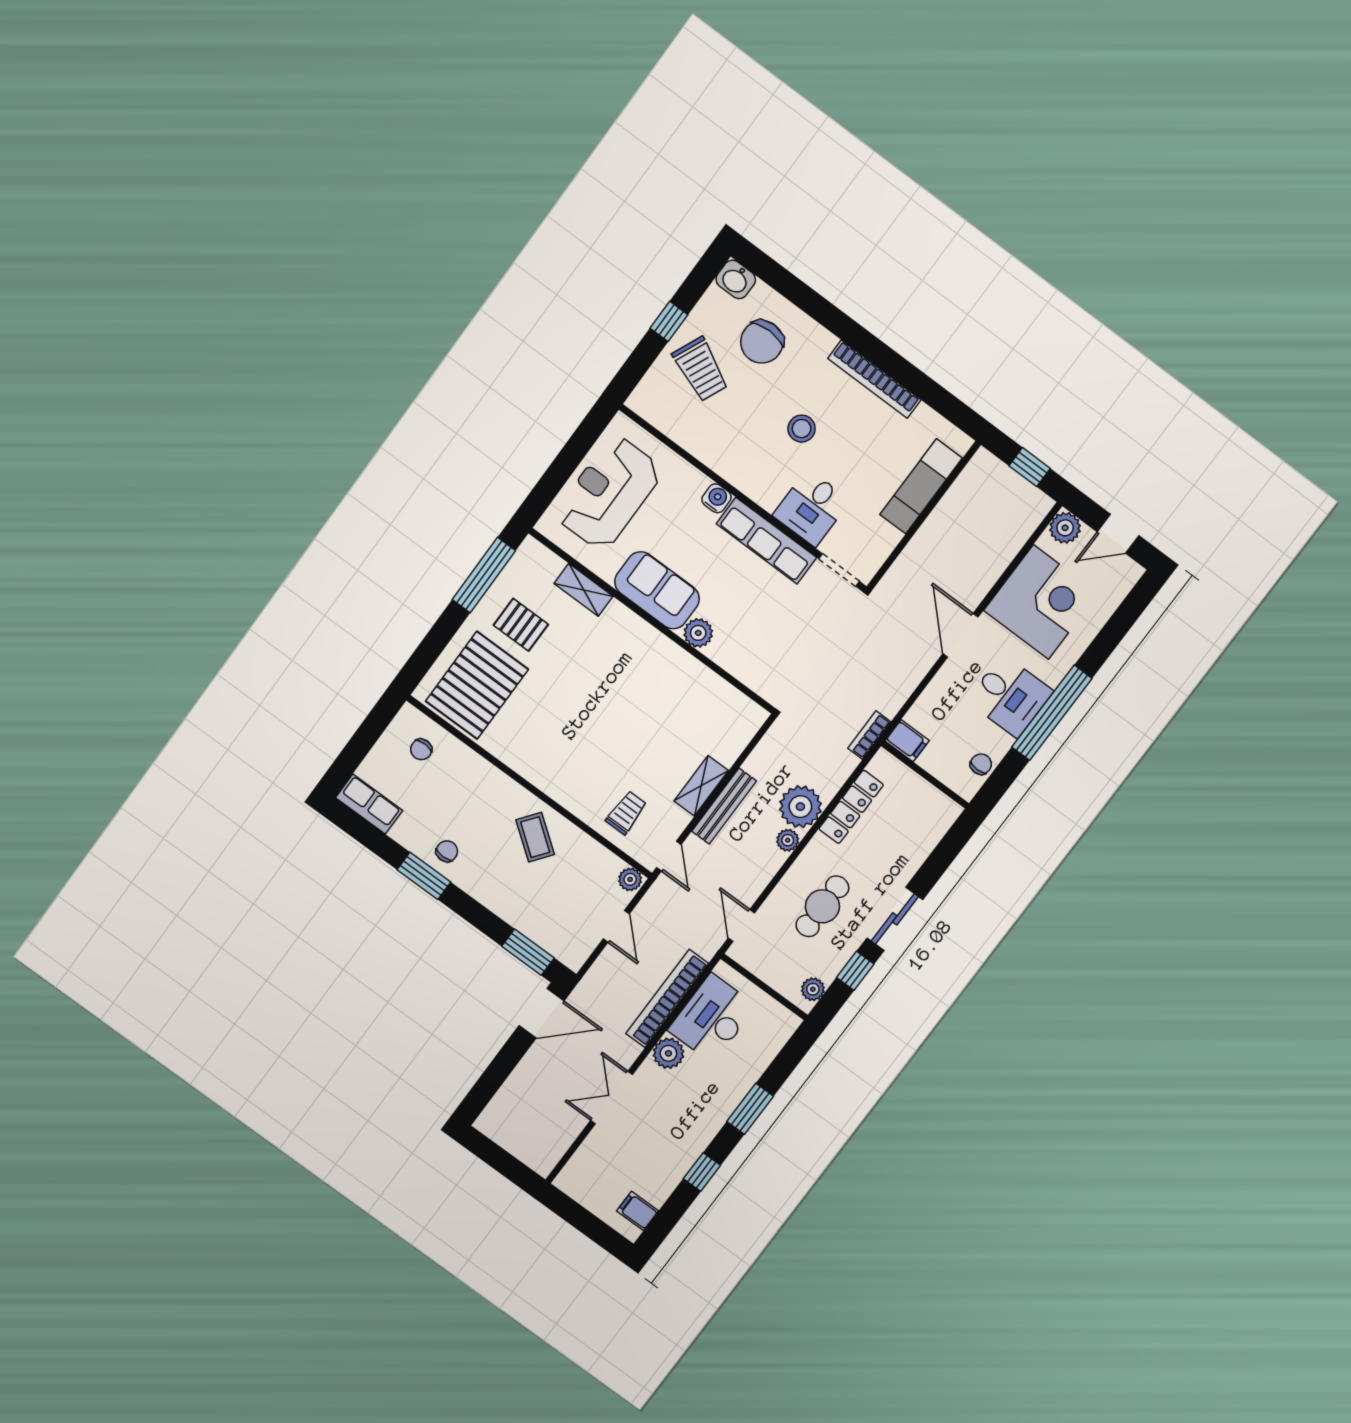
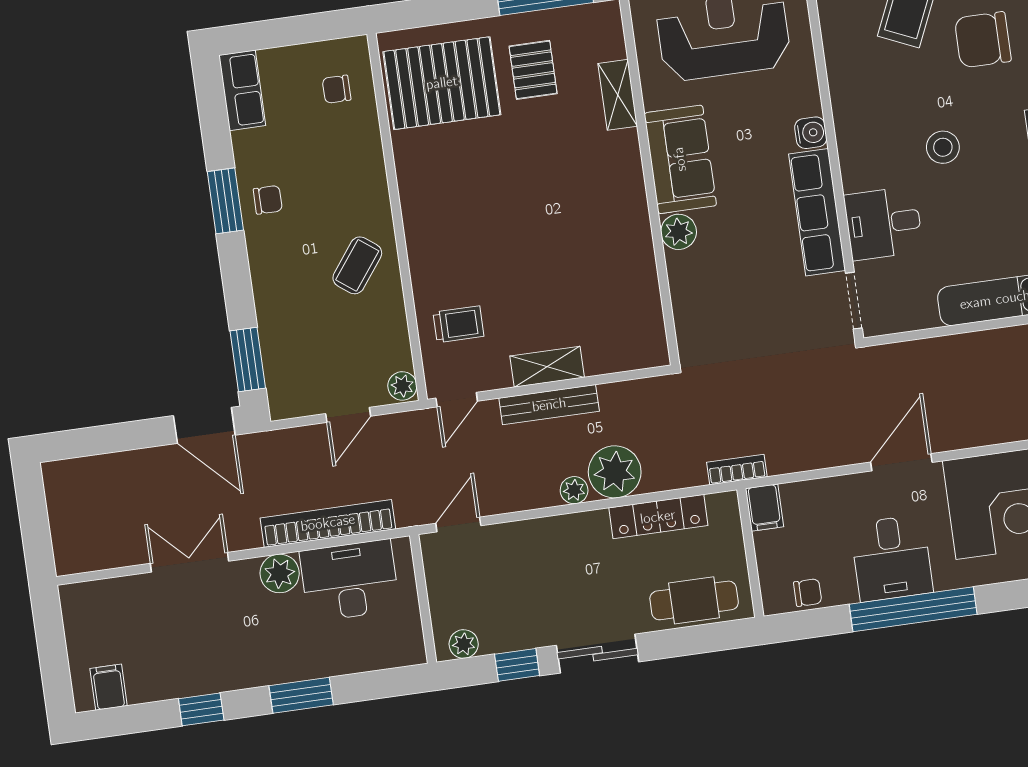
cafe table: (822, 906) -> (694, 600), moved

